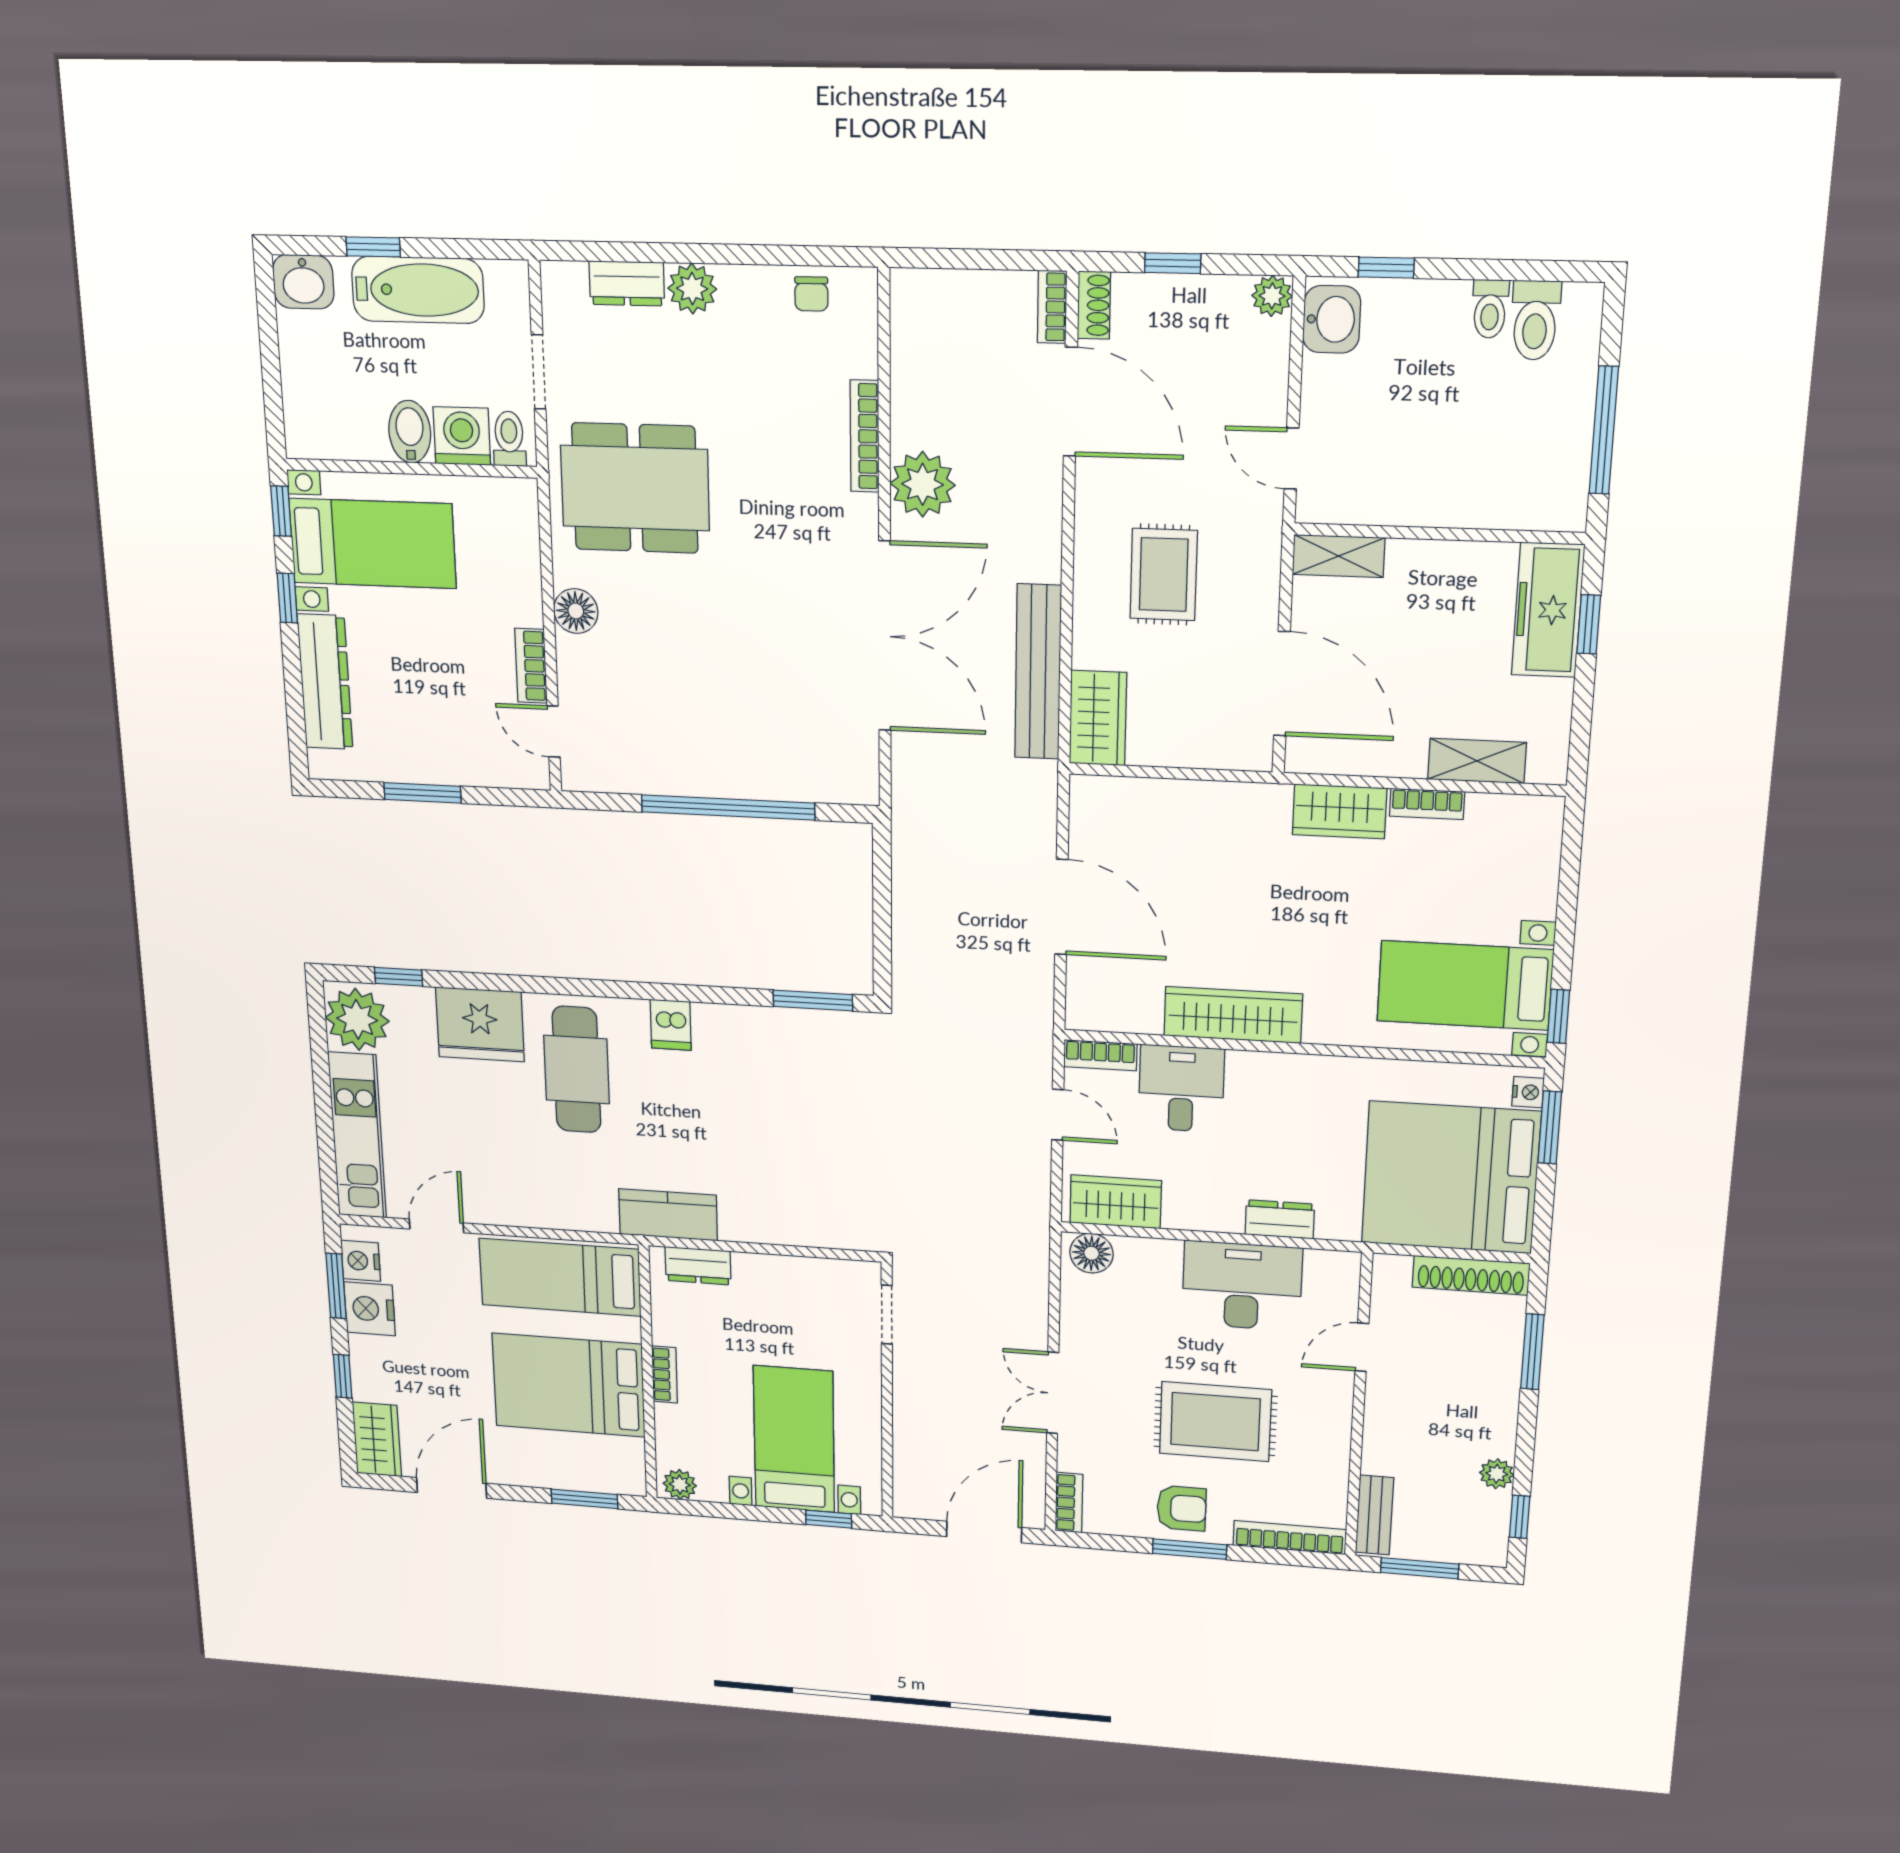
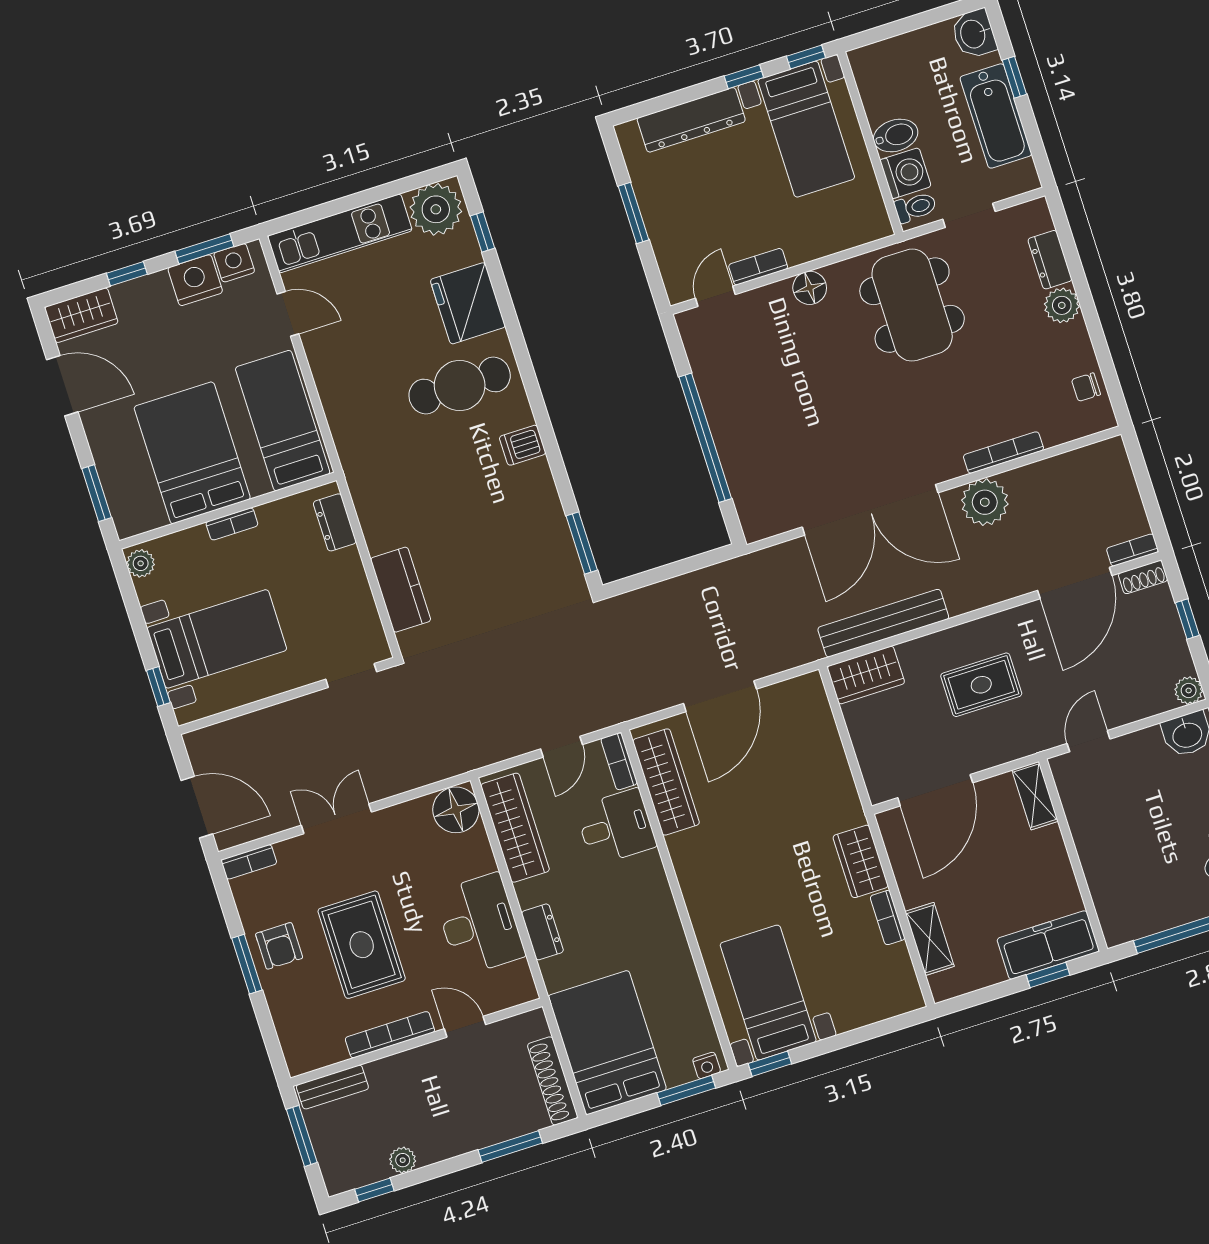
wardrobe: (1233, 1015) -> (666, 782), moved
bed: (1451, 1178) -> (607, 1043), width x0.73
wardrobe: (1116, 1202) -> (515, 828), width x1.50
kitchen counter: (668, 1215) -> (401, 590), moved
floor lamp: (1091, 1253) -> (456, 810), width x1.38, depth x1.38
bookcase: (1290, 1538) -> (390, 1035), moved, turned -90

